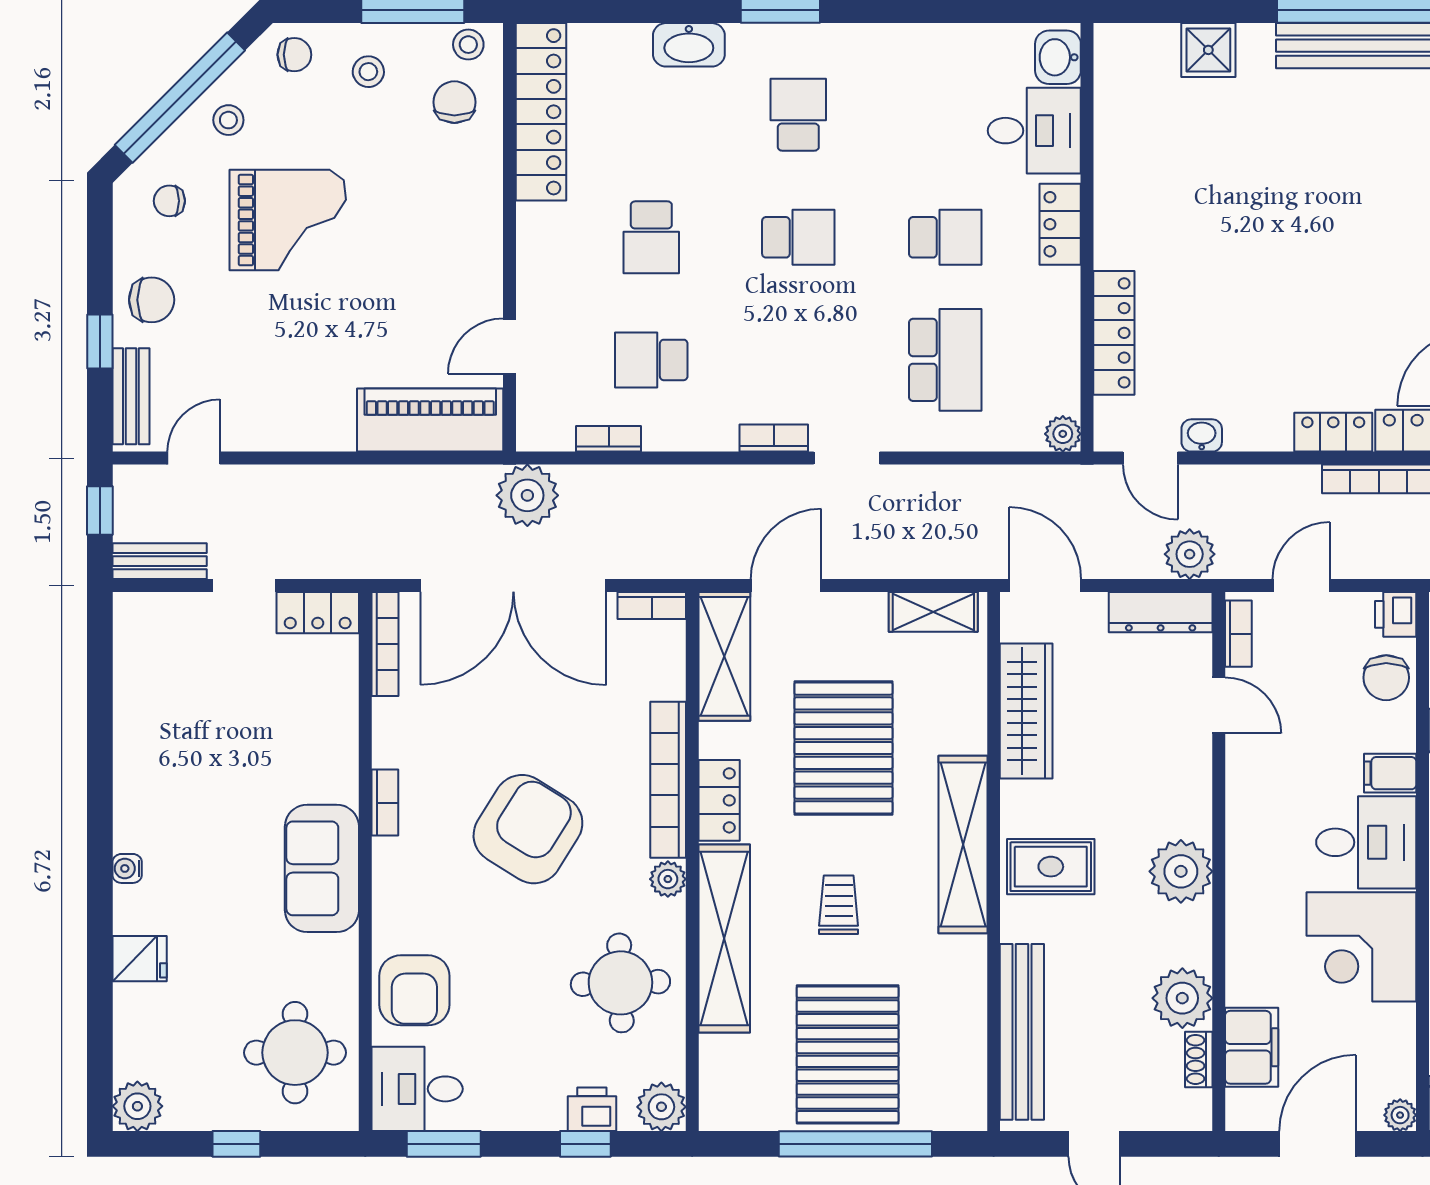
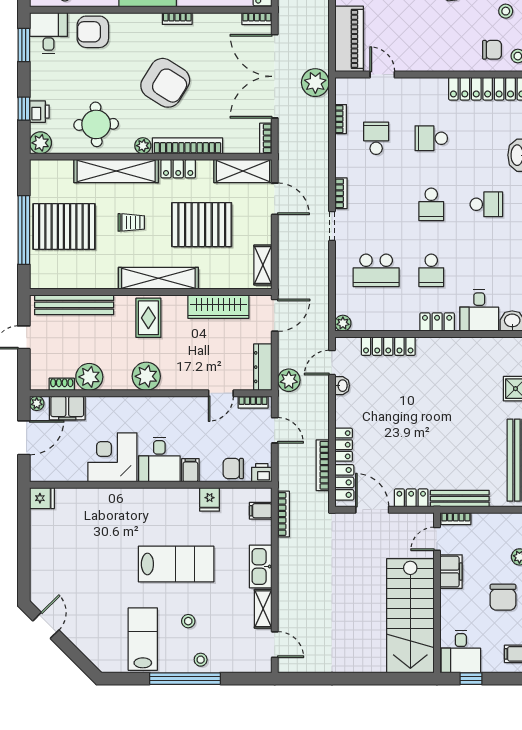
bookcase: (385, 644) -> (257, 19), width x0.64
plant: (1400, 1115) -> (37, 403), moved
door: (1318, 1144) -> (24, 438), hinge flipped

